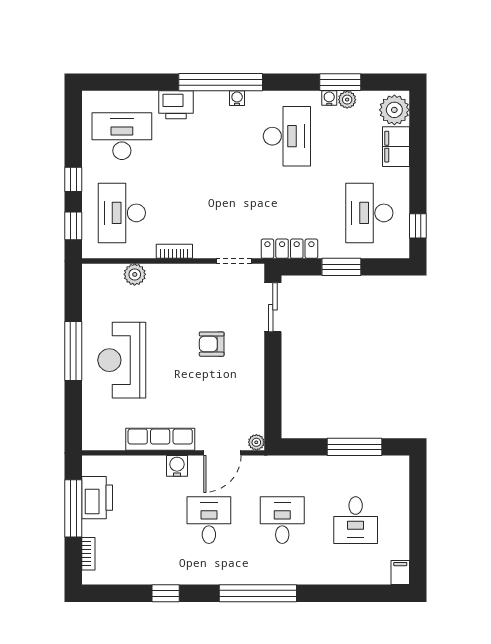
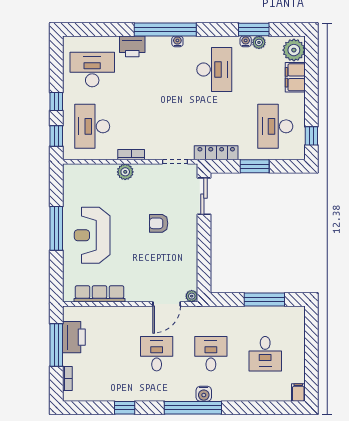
plant: (135, 274) -> (125, 172), moved
row of seats: (160, 439) -> (100, 294), moved
water cooler: (177, 466) -> (204, 394), moved, turned 180

